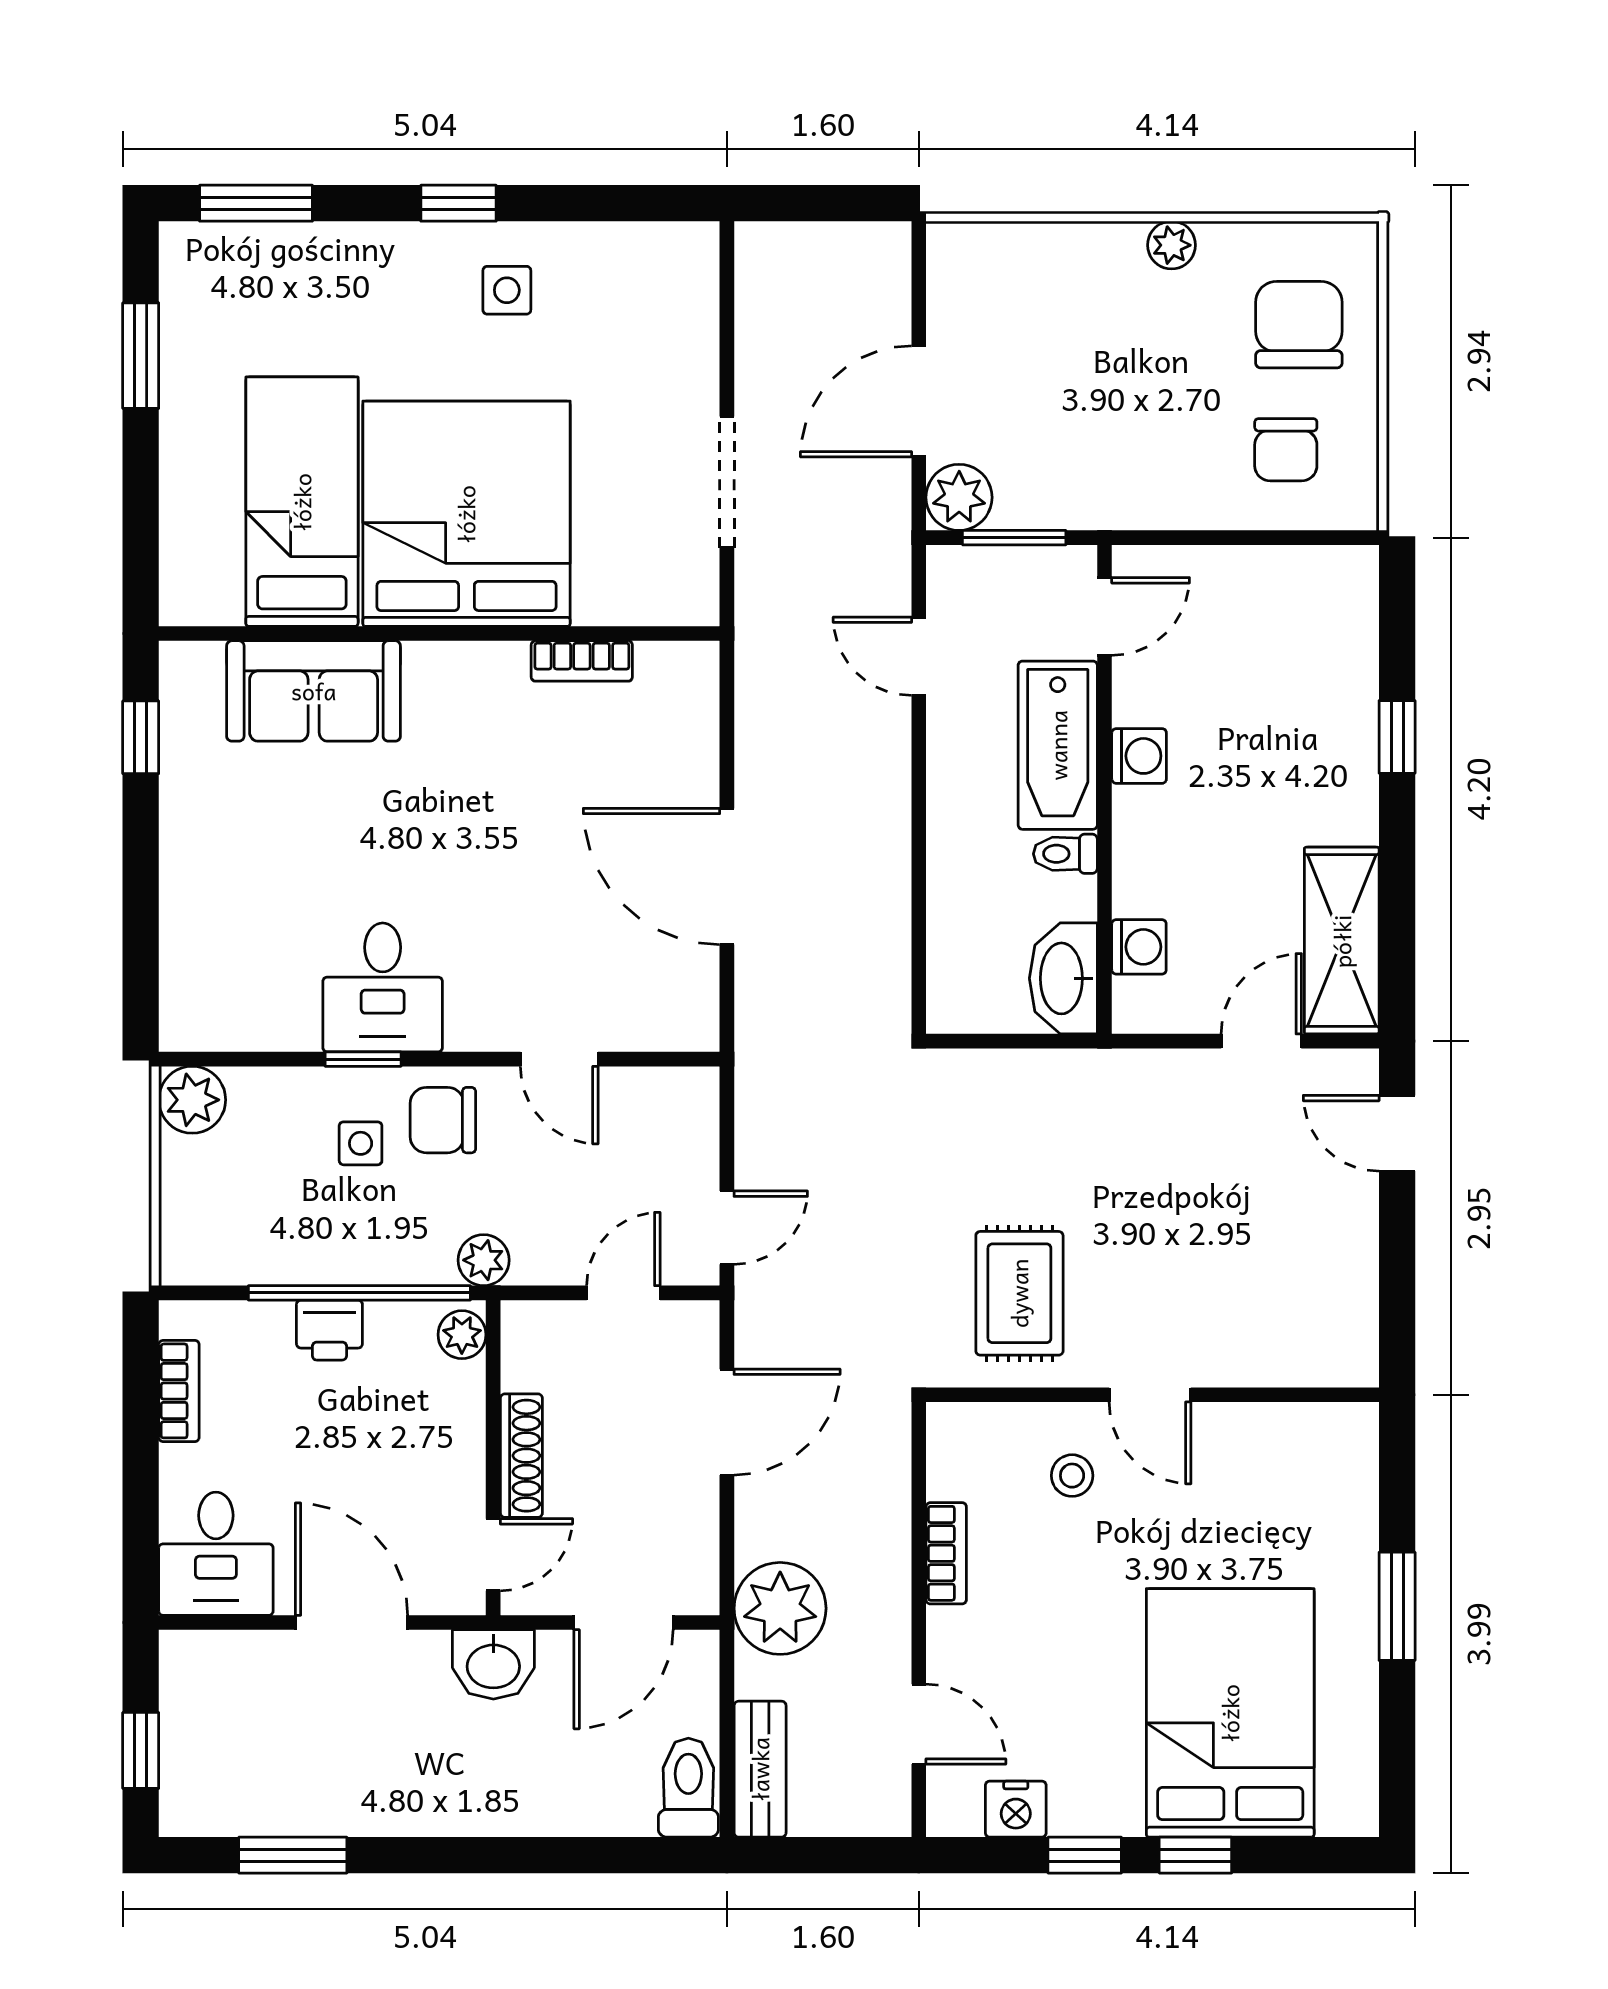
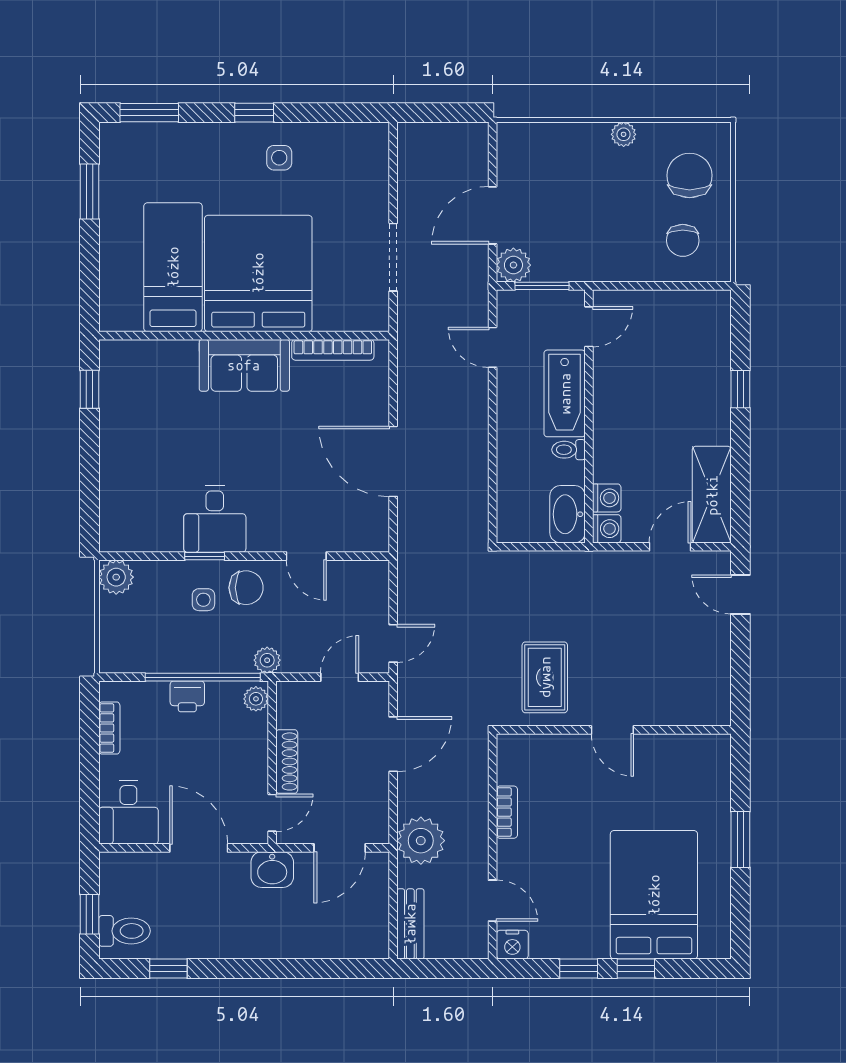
bookcase: (582, 661) -> (333, 350), width x1.56
sofa: (314, 691) -> (244, 365), moved
washing machine: (1139, 756) -> (607, 529), moved
chair: (443, 1120) -> (246, 588), turned 180
stool: (1072, 1476) -> (572, 772), removed
toilet: (688, 1788) -> (124, 931), moved, turned 90
nightstand: (1016, 1809) -> (512, 945), moved
window: (293, 1855) -> (168, 968), width x0.67

